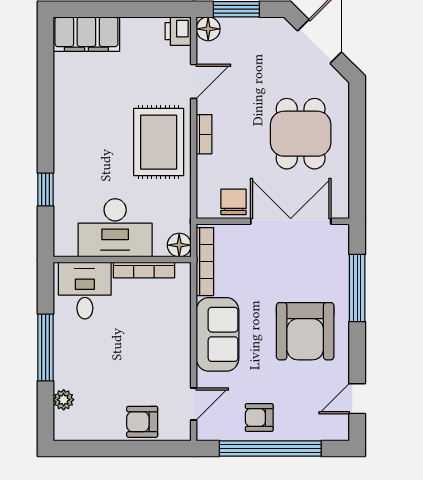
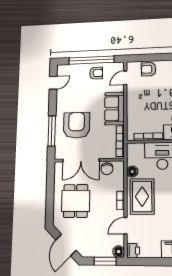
floor lamp: (179, 245) -> (132, 172), moved
armchair: (305, 331) -> (76, 125), moved
armchair: (142, 422) -> (149, 69), turned 180

